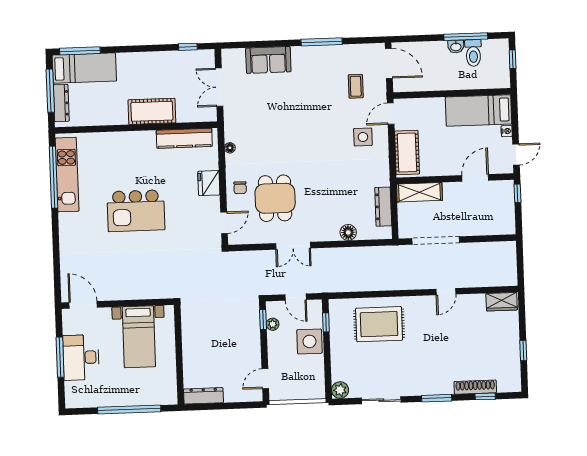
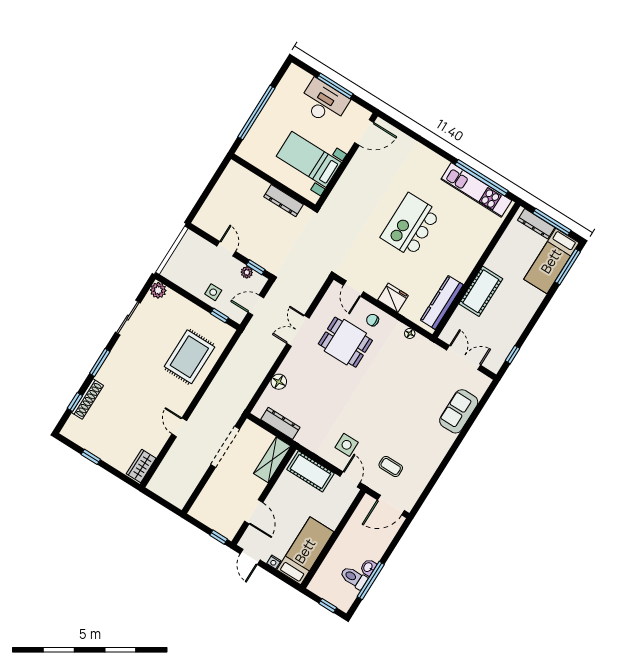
window: (322, 42) -> (444, 463), removed
side table: (309, 341) -> (213, 292), width x0.54, depth x0.54
door: (265, 379) -> (226, 249), moved
dresser: (203, 396) -> (284, 201), moved, turned 90

